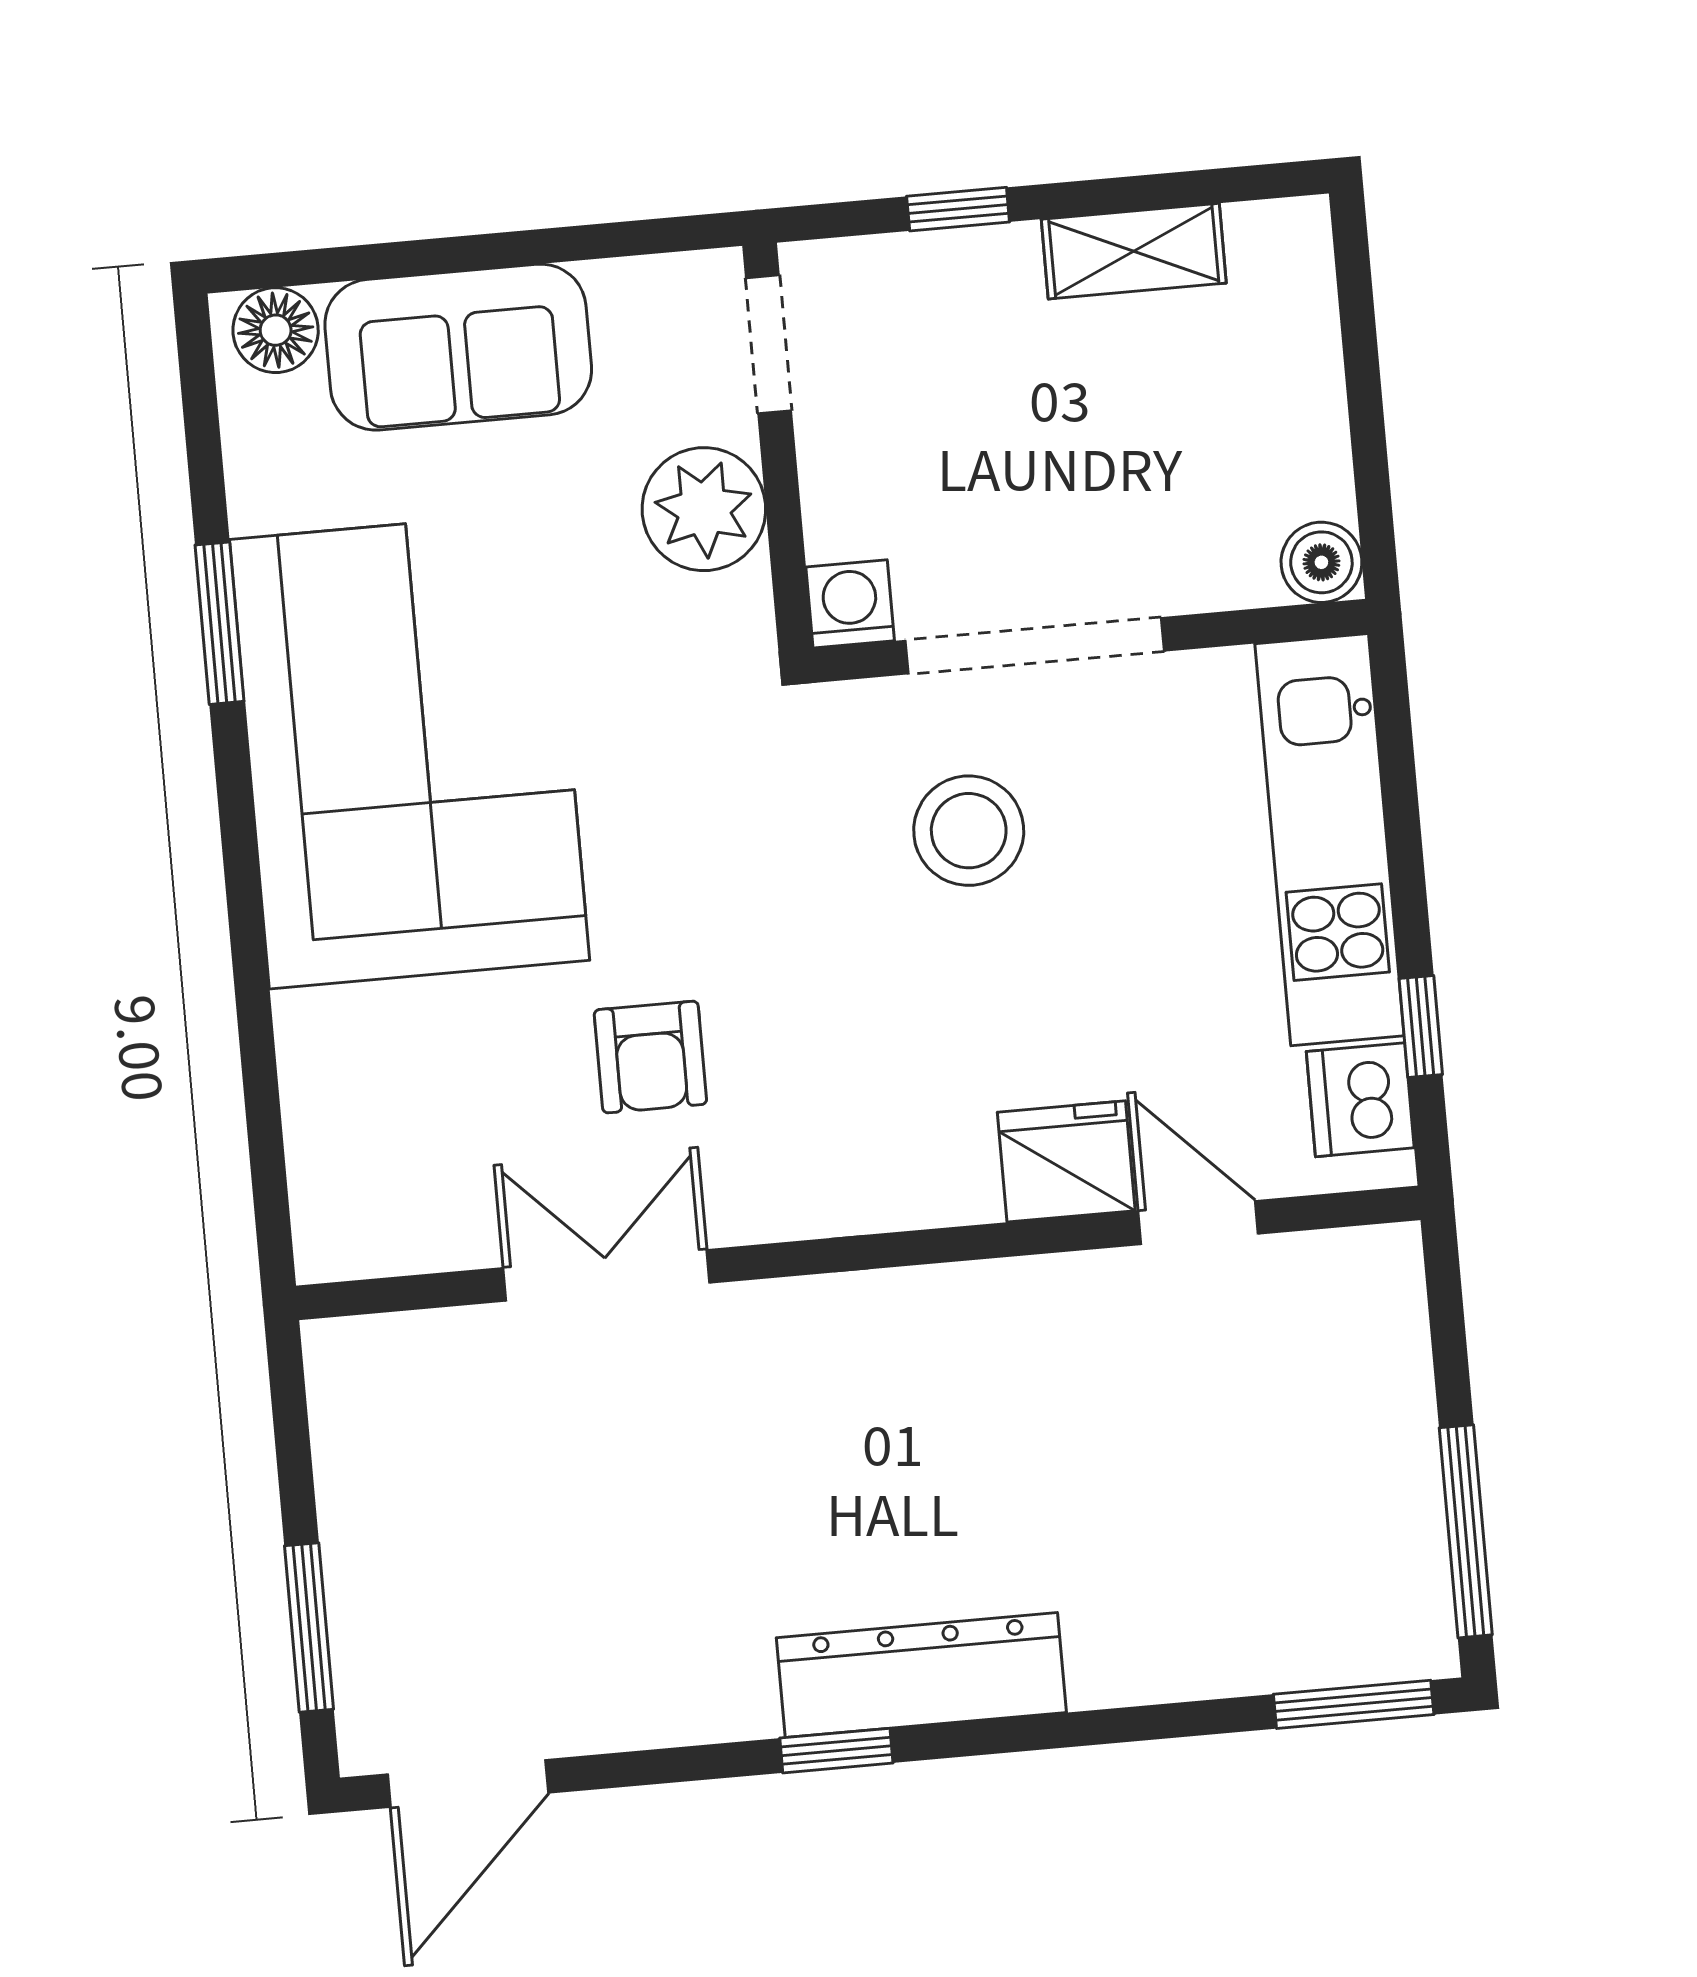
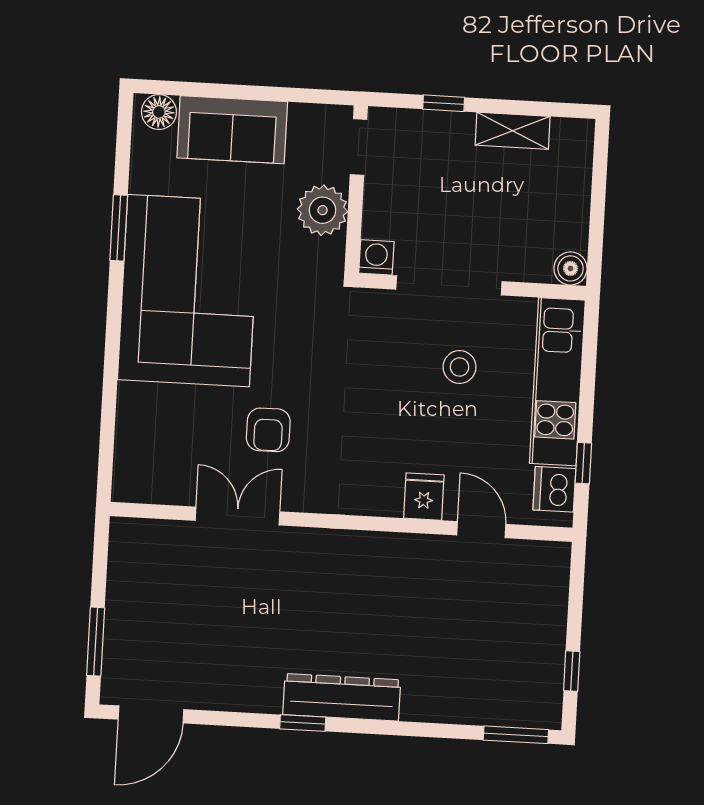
stool: (969, 831) -> (460, 367), moved, width x0.73, depth x0.73
fridge: (1066, 1161) -> (424, 497), width x0.72
window: (1466, 1531) -> (572, 671), width x0.46

